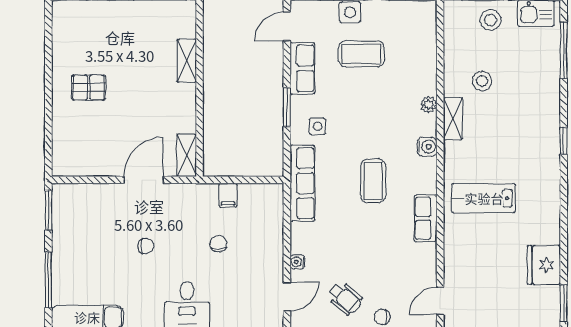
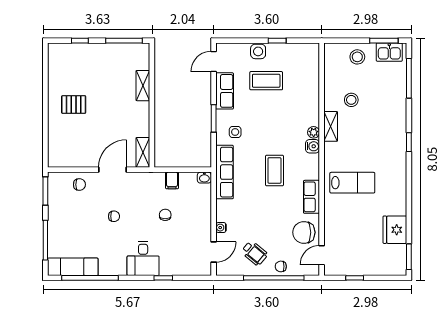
plant: (429, 105) -> (314, 132), moved
washbasin: (274, 191) -> (204, 178), added
lab bench: (484, 198) -> (352, 183), turned 180
chair: (97, 201) -> (79, 185), added
chair: (415, 269) -> (304, 232), added

